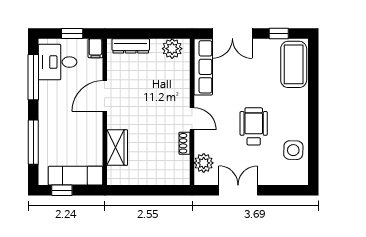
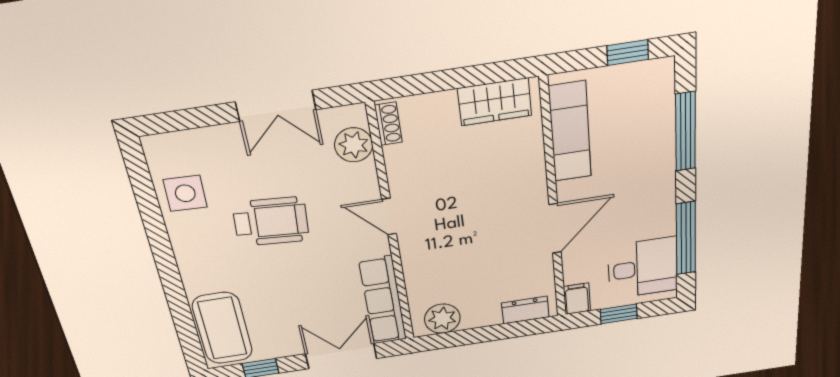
dresser: (131, 46) -> (525, 310), width x0.70
wheelchair: (254, 126) -> (271, 221), turned -86
shoe rack: (185, 143) -> (388, 124), moved
wardrobe: (117, 148) -> (495, 102), moved, turned -90
exam couch: (76, 176) -> (570, 132), moved, turned -90

